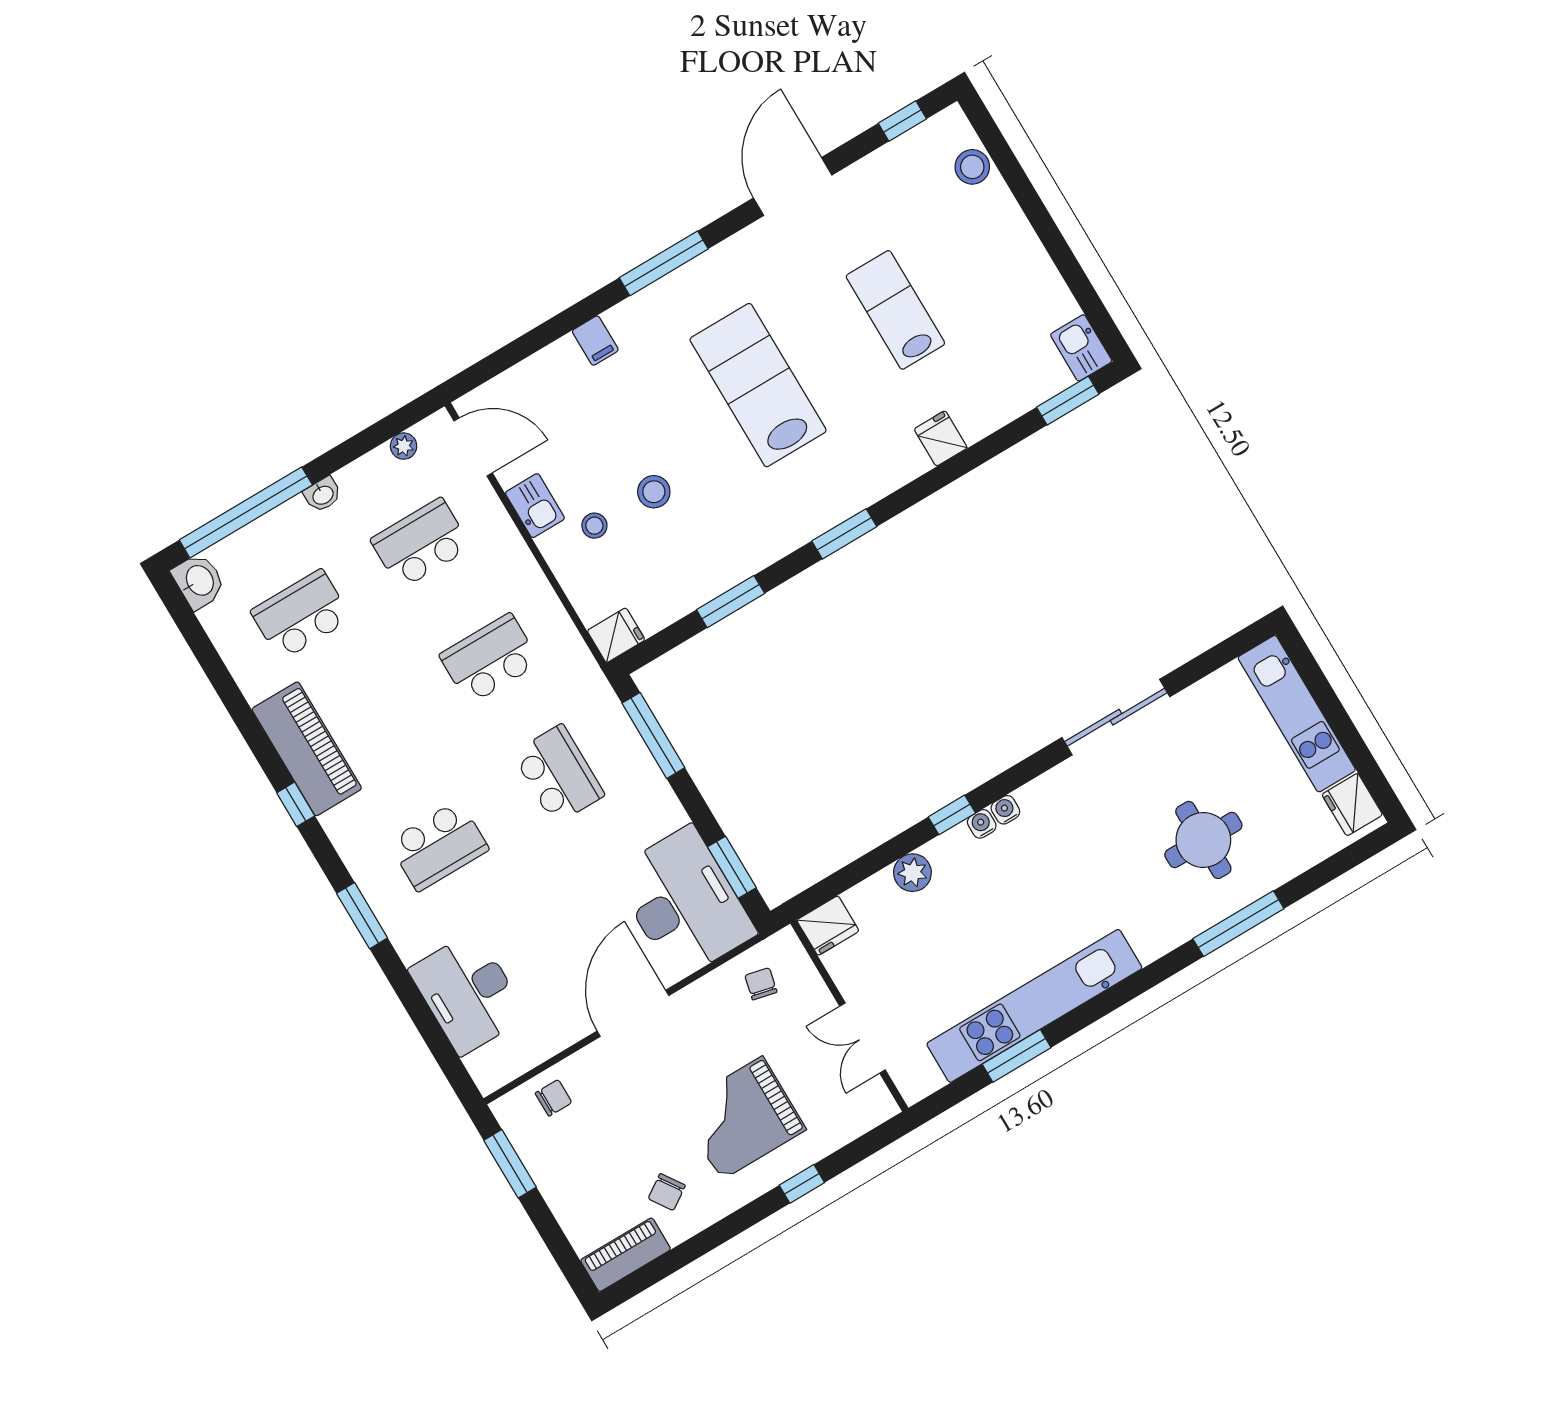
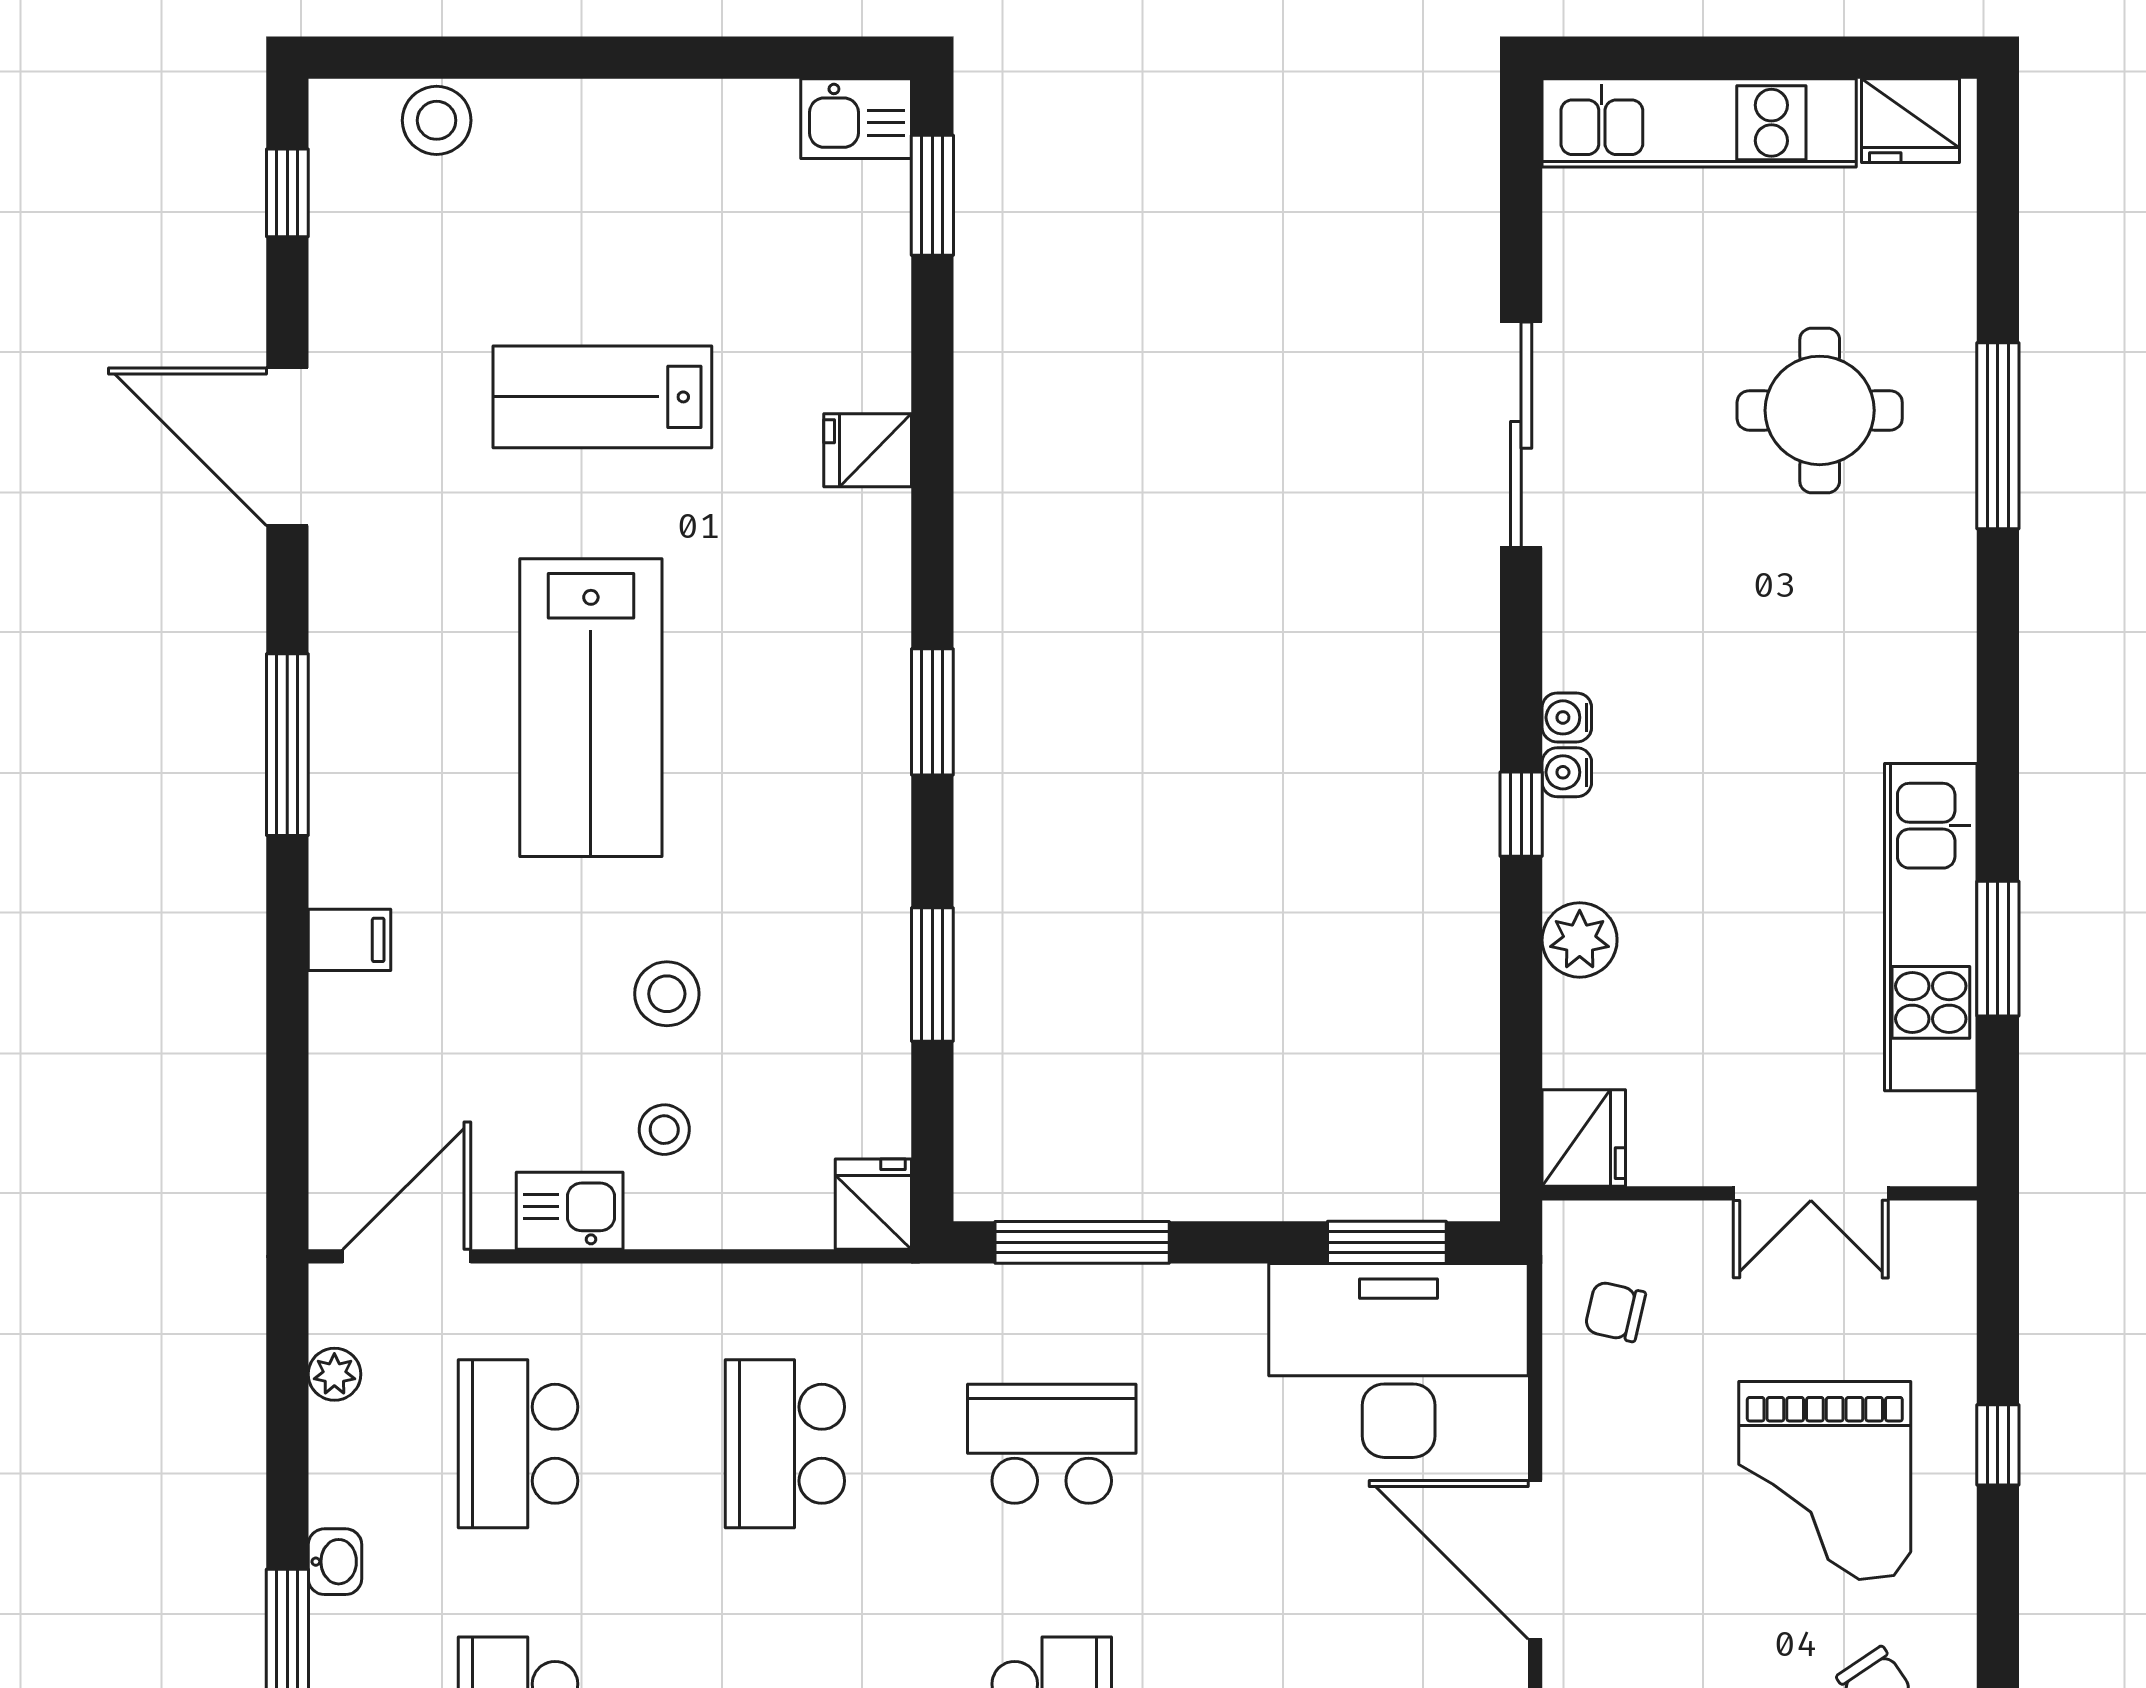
lab bench: (758, 385) -> (591, 708), turned -90
kitchen unit: (1034, 1006) -> (1931, 927), width x0.73

